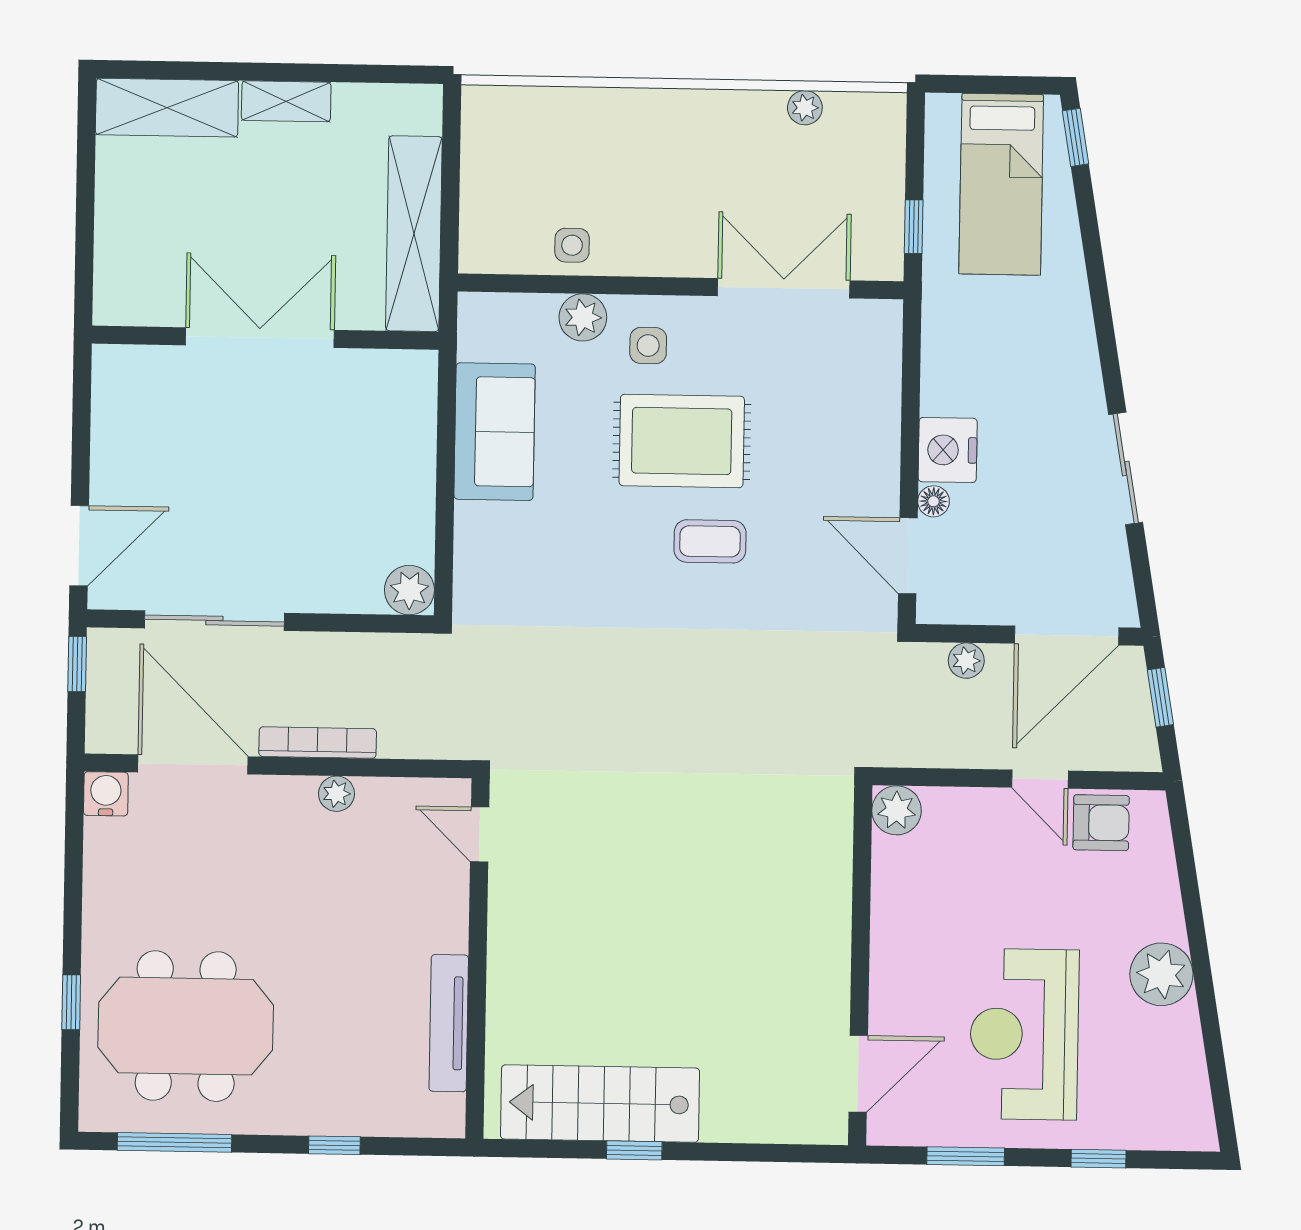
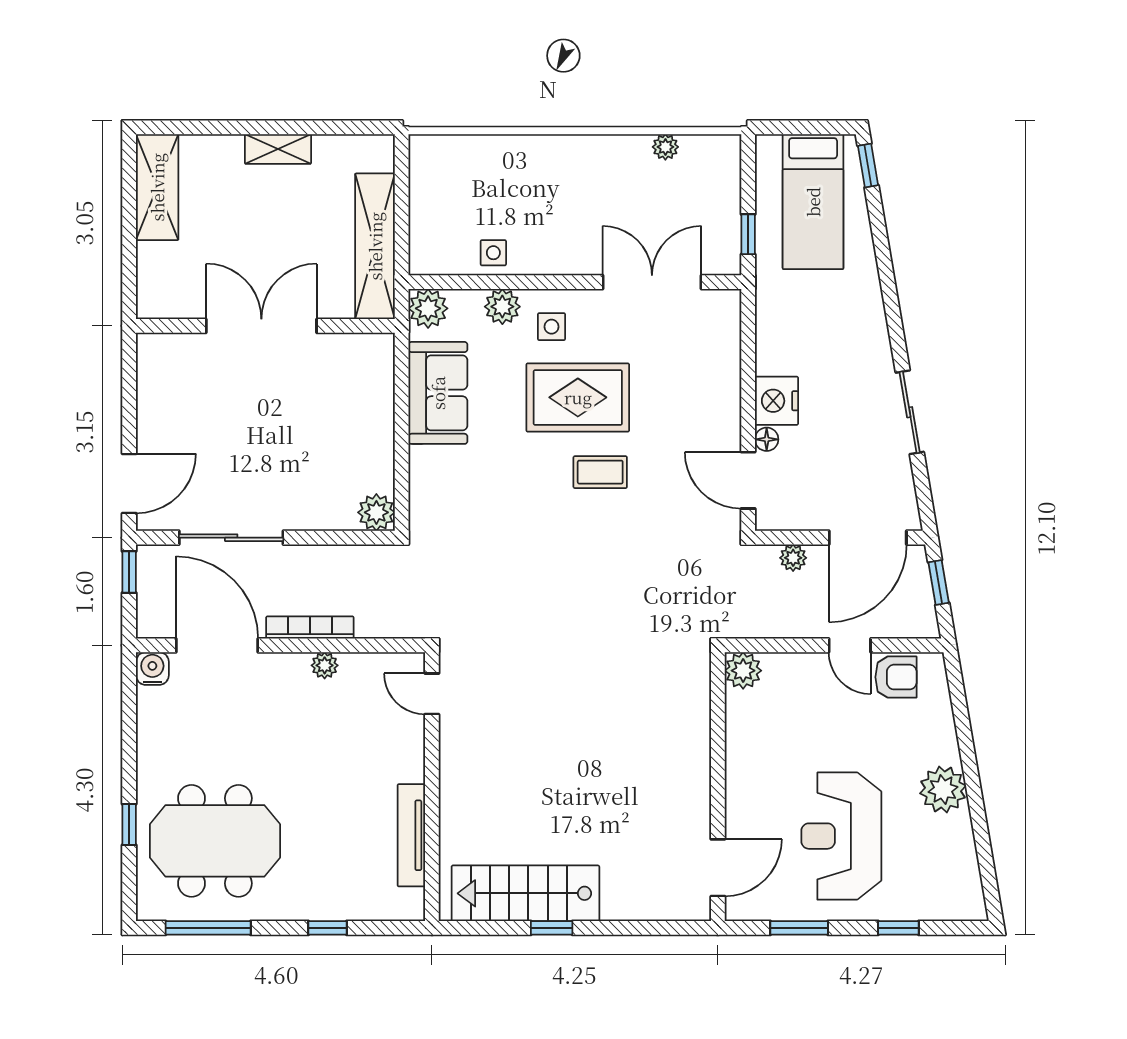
shelving: (167, 108) -> (157, 187), moved, turned 90
plant: (483, 318) -> (428, 308), added

